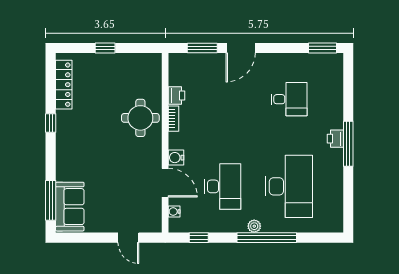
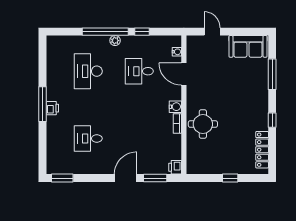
printer: (176, 96) -> (175, 167), moved
water cooler: (176, 158) -> (175, 107), moved
desk: (223, 186) -> (139, 71), width x0.73
desk: (289, 186) -> (88, 71), width x0.73, depth x0.77
window: (51, 200) -> (272, 74), moved
sofa: (70, 207) -> (248, 46), moved, turned -90
window: (199, 238) -> (142, 32), moved

